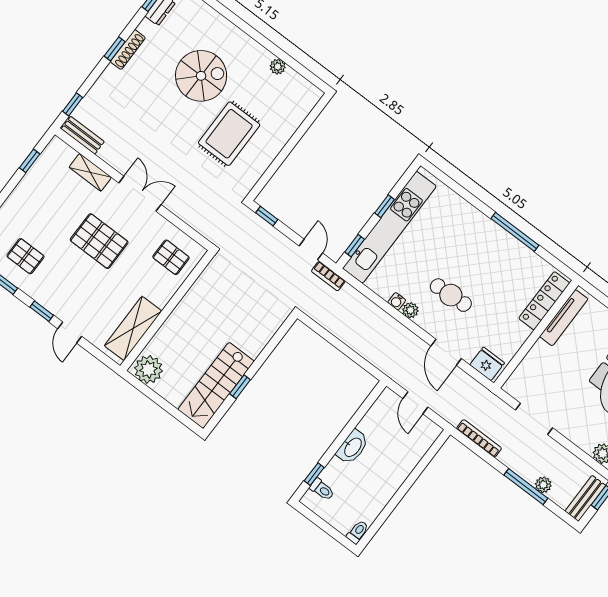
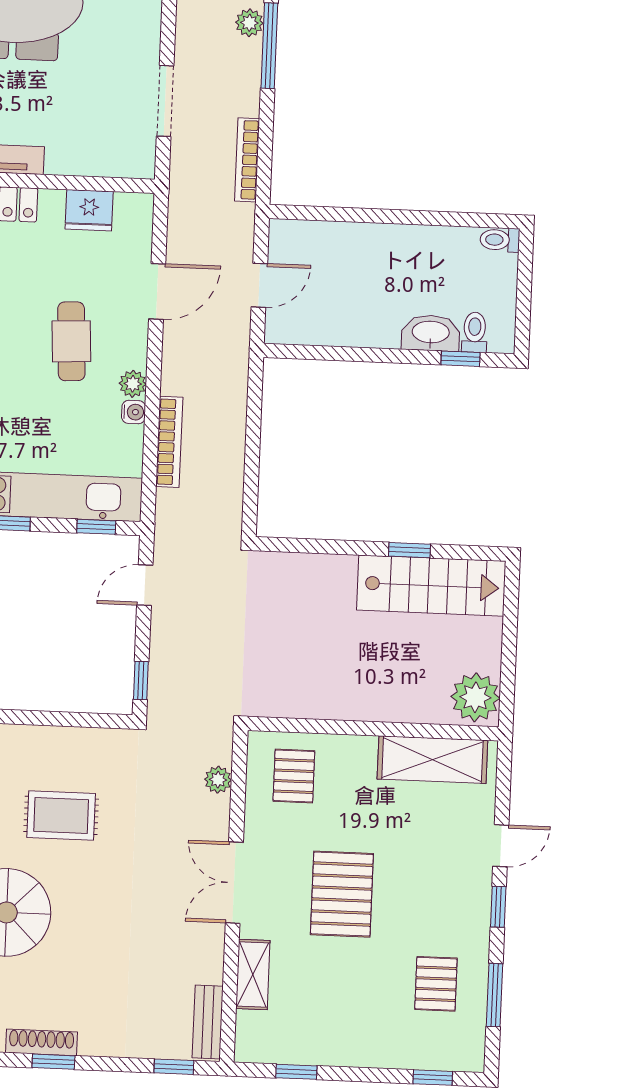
rug: (229, 134) -> (61, 815), width x0.73, depth x0.70
plant: (194, 220) -> (218, 780), added
bookcase: (328, 276) -> (169, 442), moved, width x1.56
fridge: (487, 364) -> (89, 210), moved, turned -90
washbasin: (353, 447) -> (431, 333), moved

